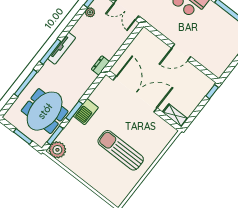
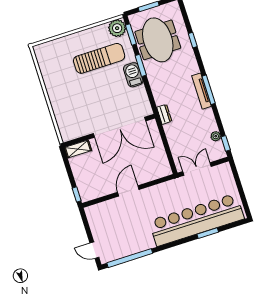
window: (50, 52) -> (209, 90), moved
window: (26, 83) -> (193, 40), width x0.46
sun lounger: (121, 150) -> (99, 58), moved

